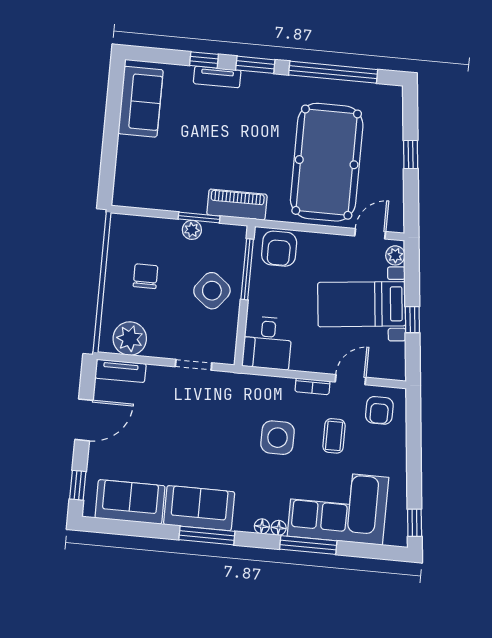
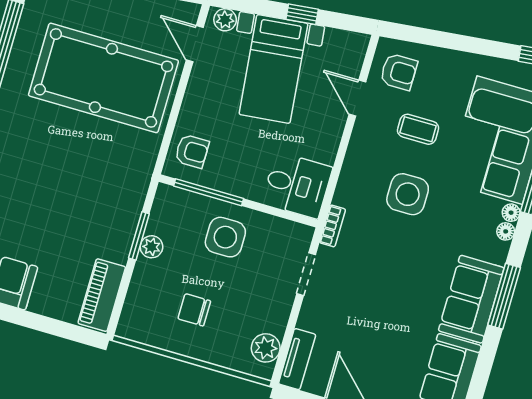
piano: (237, 205) -> (102, 295), moved
armchair: (279, 249) -> (192, 151), width x0.72, depth x0.72
side table: (212, 291) -> (225, 237), turned -38
plant: (130, 339) -> (266, 348), width x0.73, depth x0.73
bookcase: (312, 386) -> (333, 226), moved

